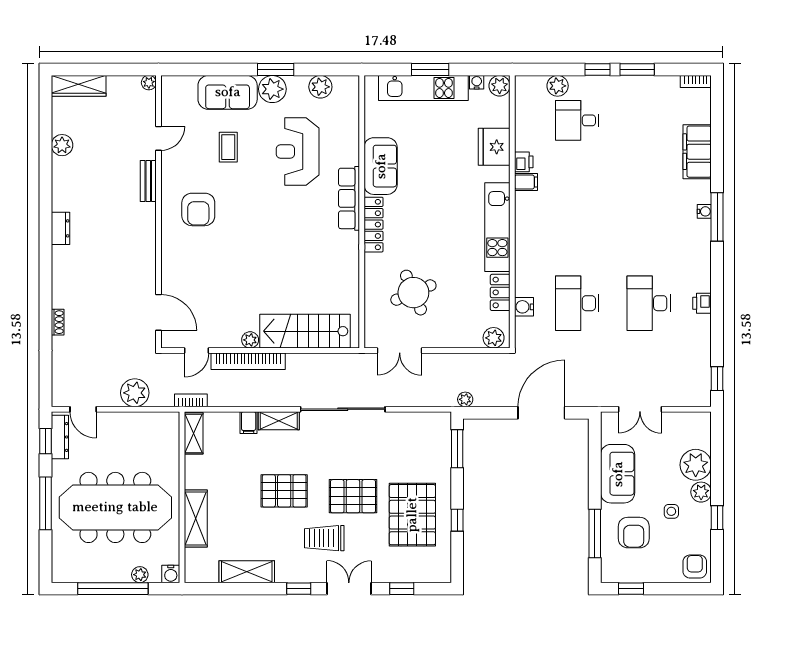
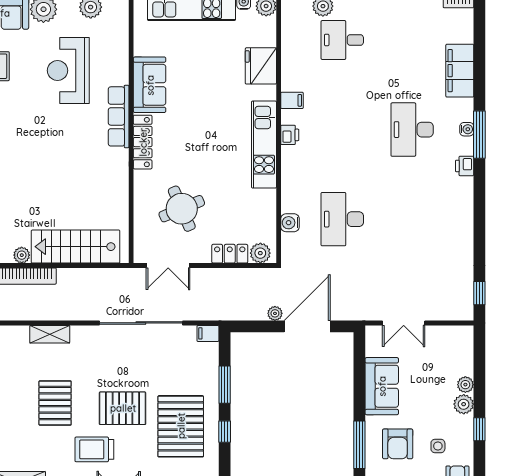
printer: (524, 162) -> (290, 135), moved
locker: (500, 292) -> (230, 254), moved, turned 90
desk: (649, 303) -> (412, 130), moved
printer: (702, 303) -> (465, 166), moved
plant: (465, 399) -> (275, 313), moved
sliding door: (343, 409) -> (141, 323), moved
filing cabinet: (249, 423) -> (208, 333), moved, turned 90
window: (457, 449) -> (225, 385), moved
plant: (696, 465) -> (465, 385), width x0.53, depth x0.53
pallet: (284, 491) -> (55, 403), turned 90
side table: (671, 511) -> (438, 446), moved

